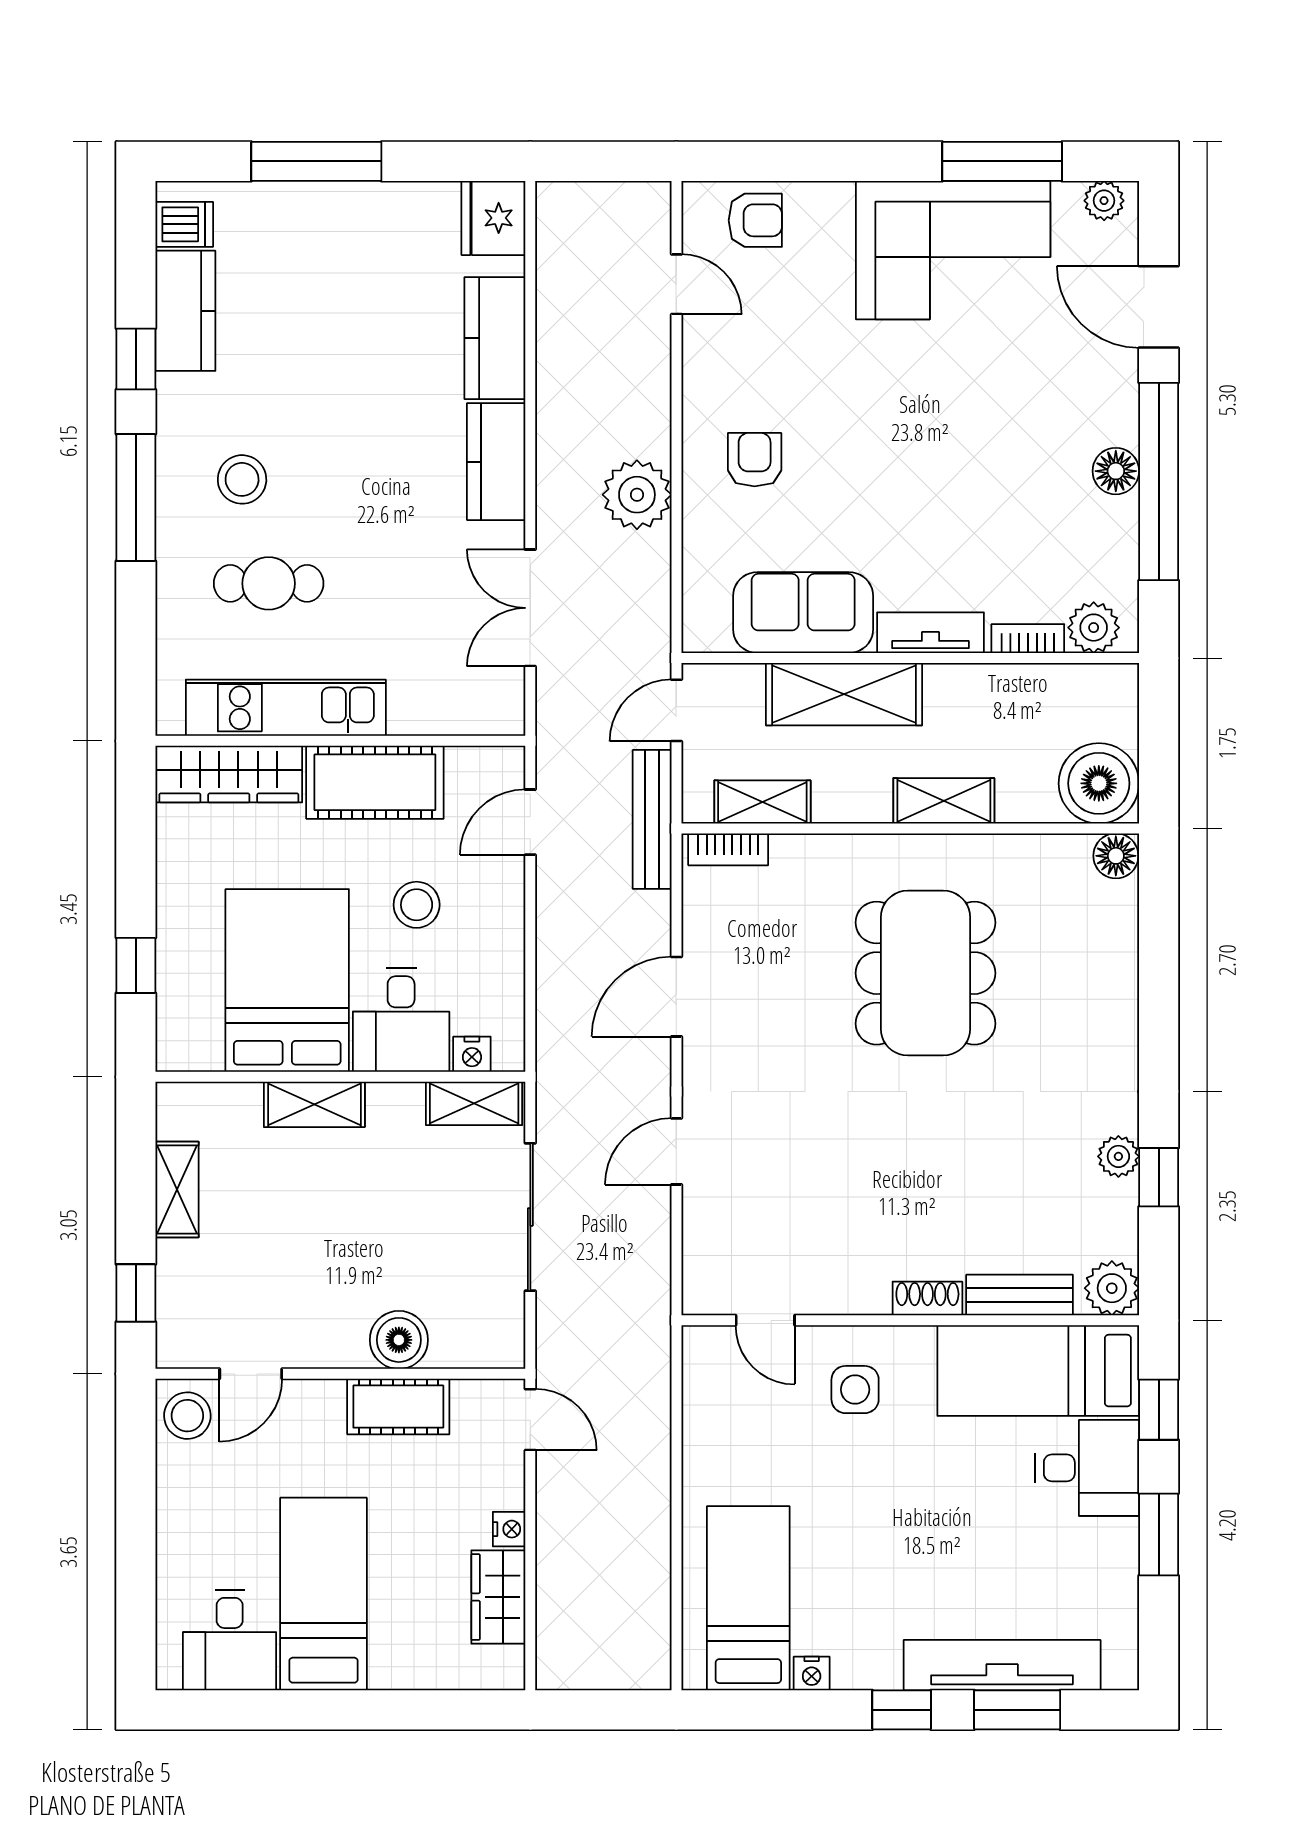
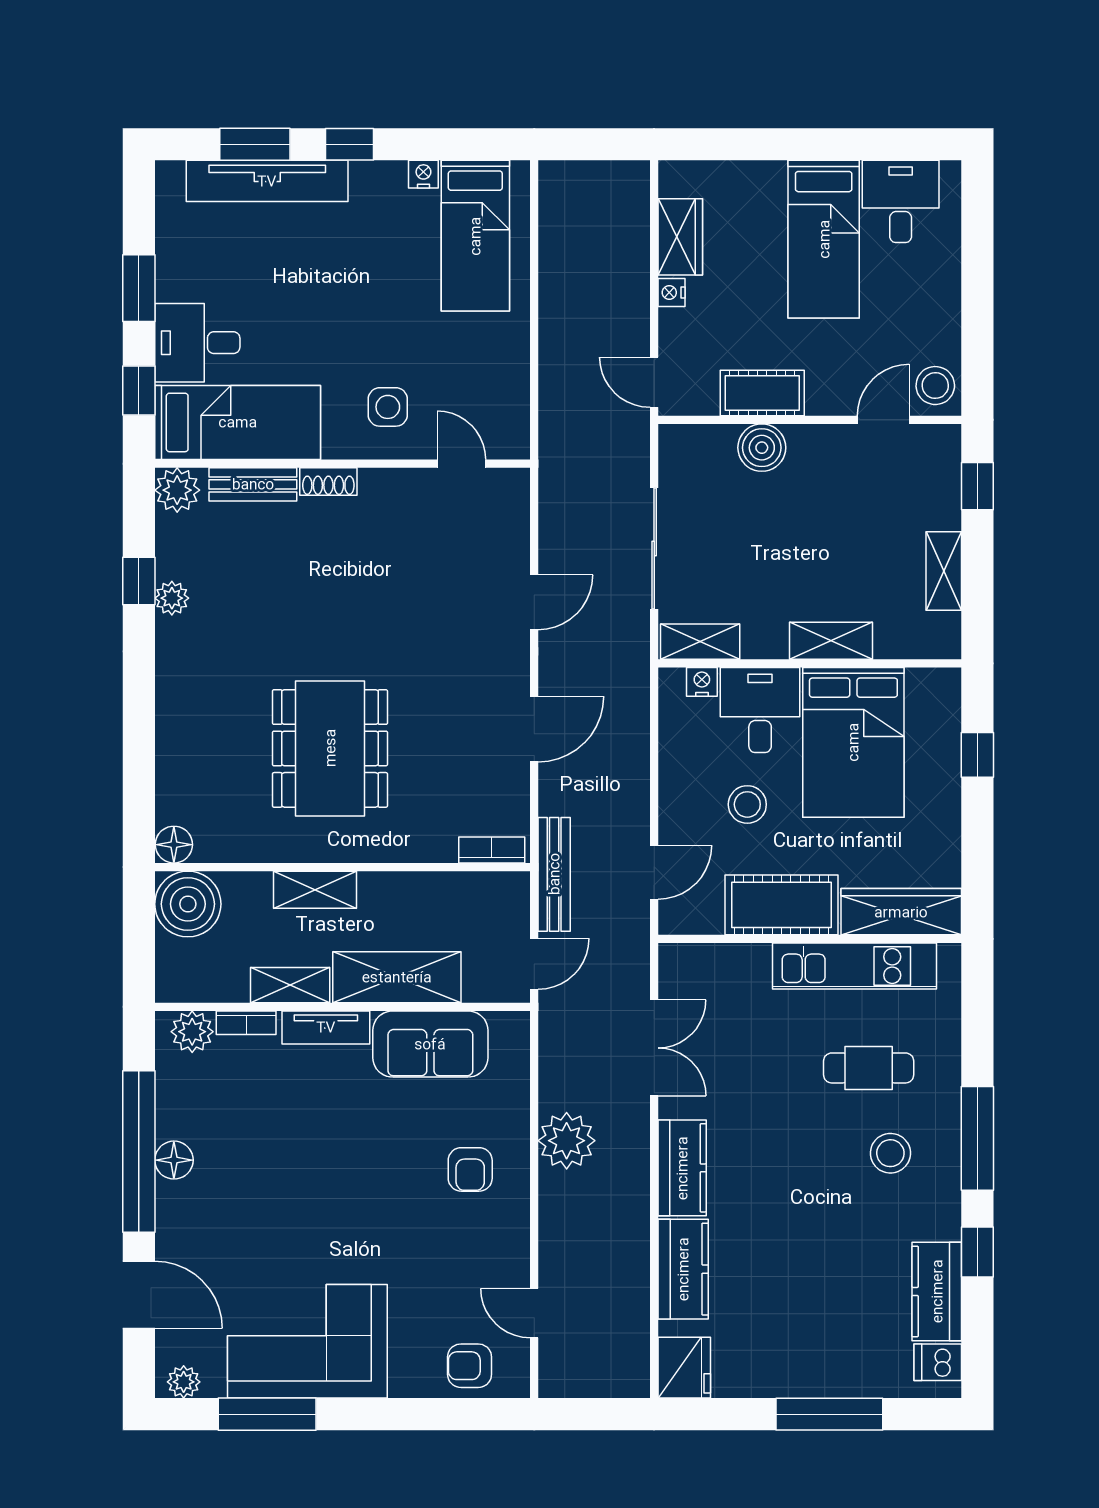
shelving: (762, 802) -> (290, 985), moved

